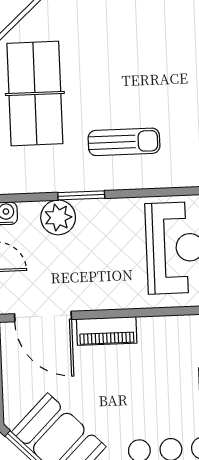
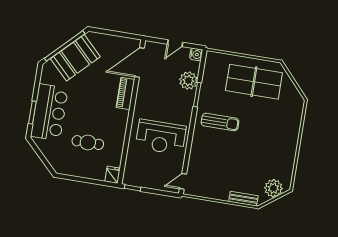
sun lounger: (124, 142) -> (220, 122), turned -90

